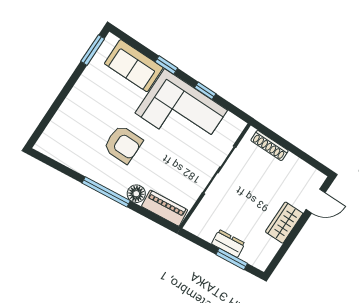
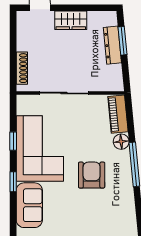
dresser: (228, 244) -> (112, 45), width x1.44

